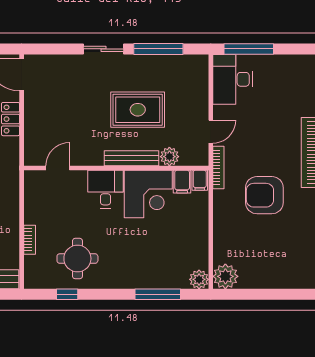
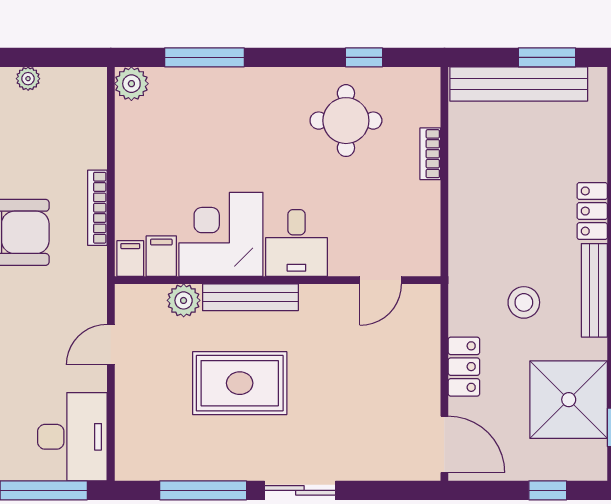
bookcase: (218, 167) -> (97, 208), moved
plant: (225, 276) -> (28, 79), moved, width x0.53, depth x0.53

